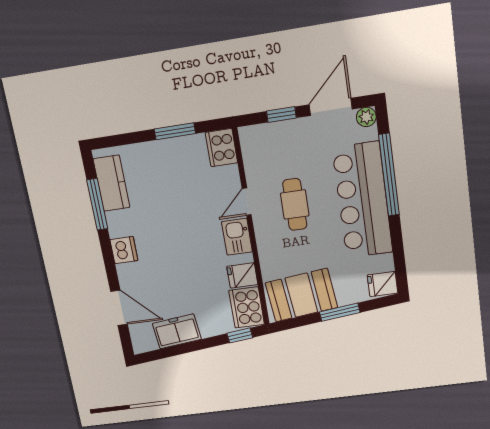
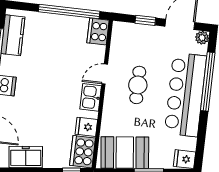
window: (175, 131) -> (69, 12), width x2.11

